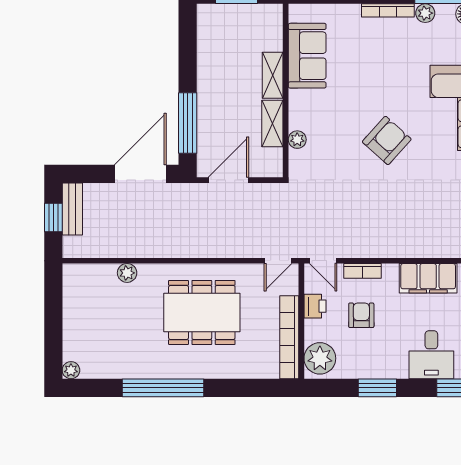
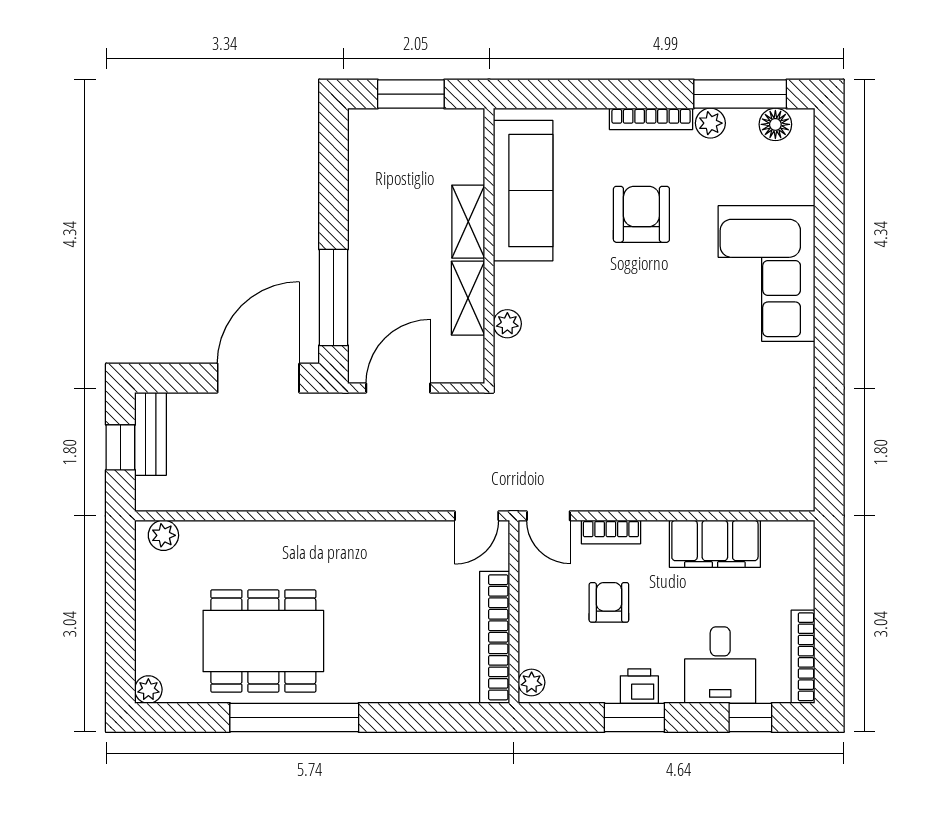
sofa: (307, 56) -> (523, 191), width x1.36
armchair: (387, 140) -> (641, 214), moved, turned -42
plant: (127, 273) -> (163, 535), moved
printer: (315, 306) -> (639, 686), moved, turned -90
dining table: (202, 312) -> (263, 641), moved
plant: (320, 358) -> (532, 682), width x0.53, depth x0.53

